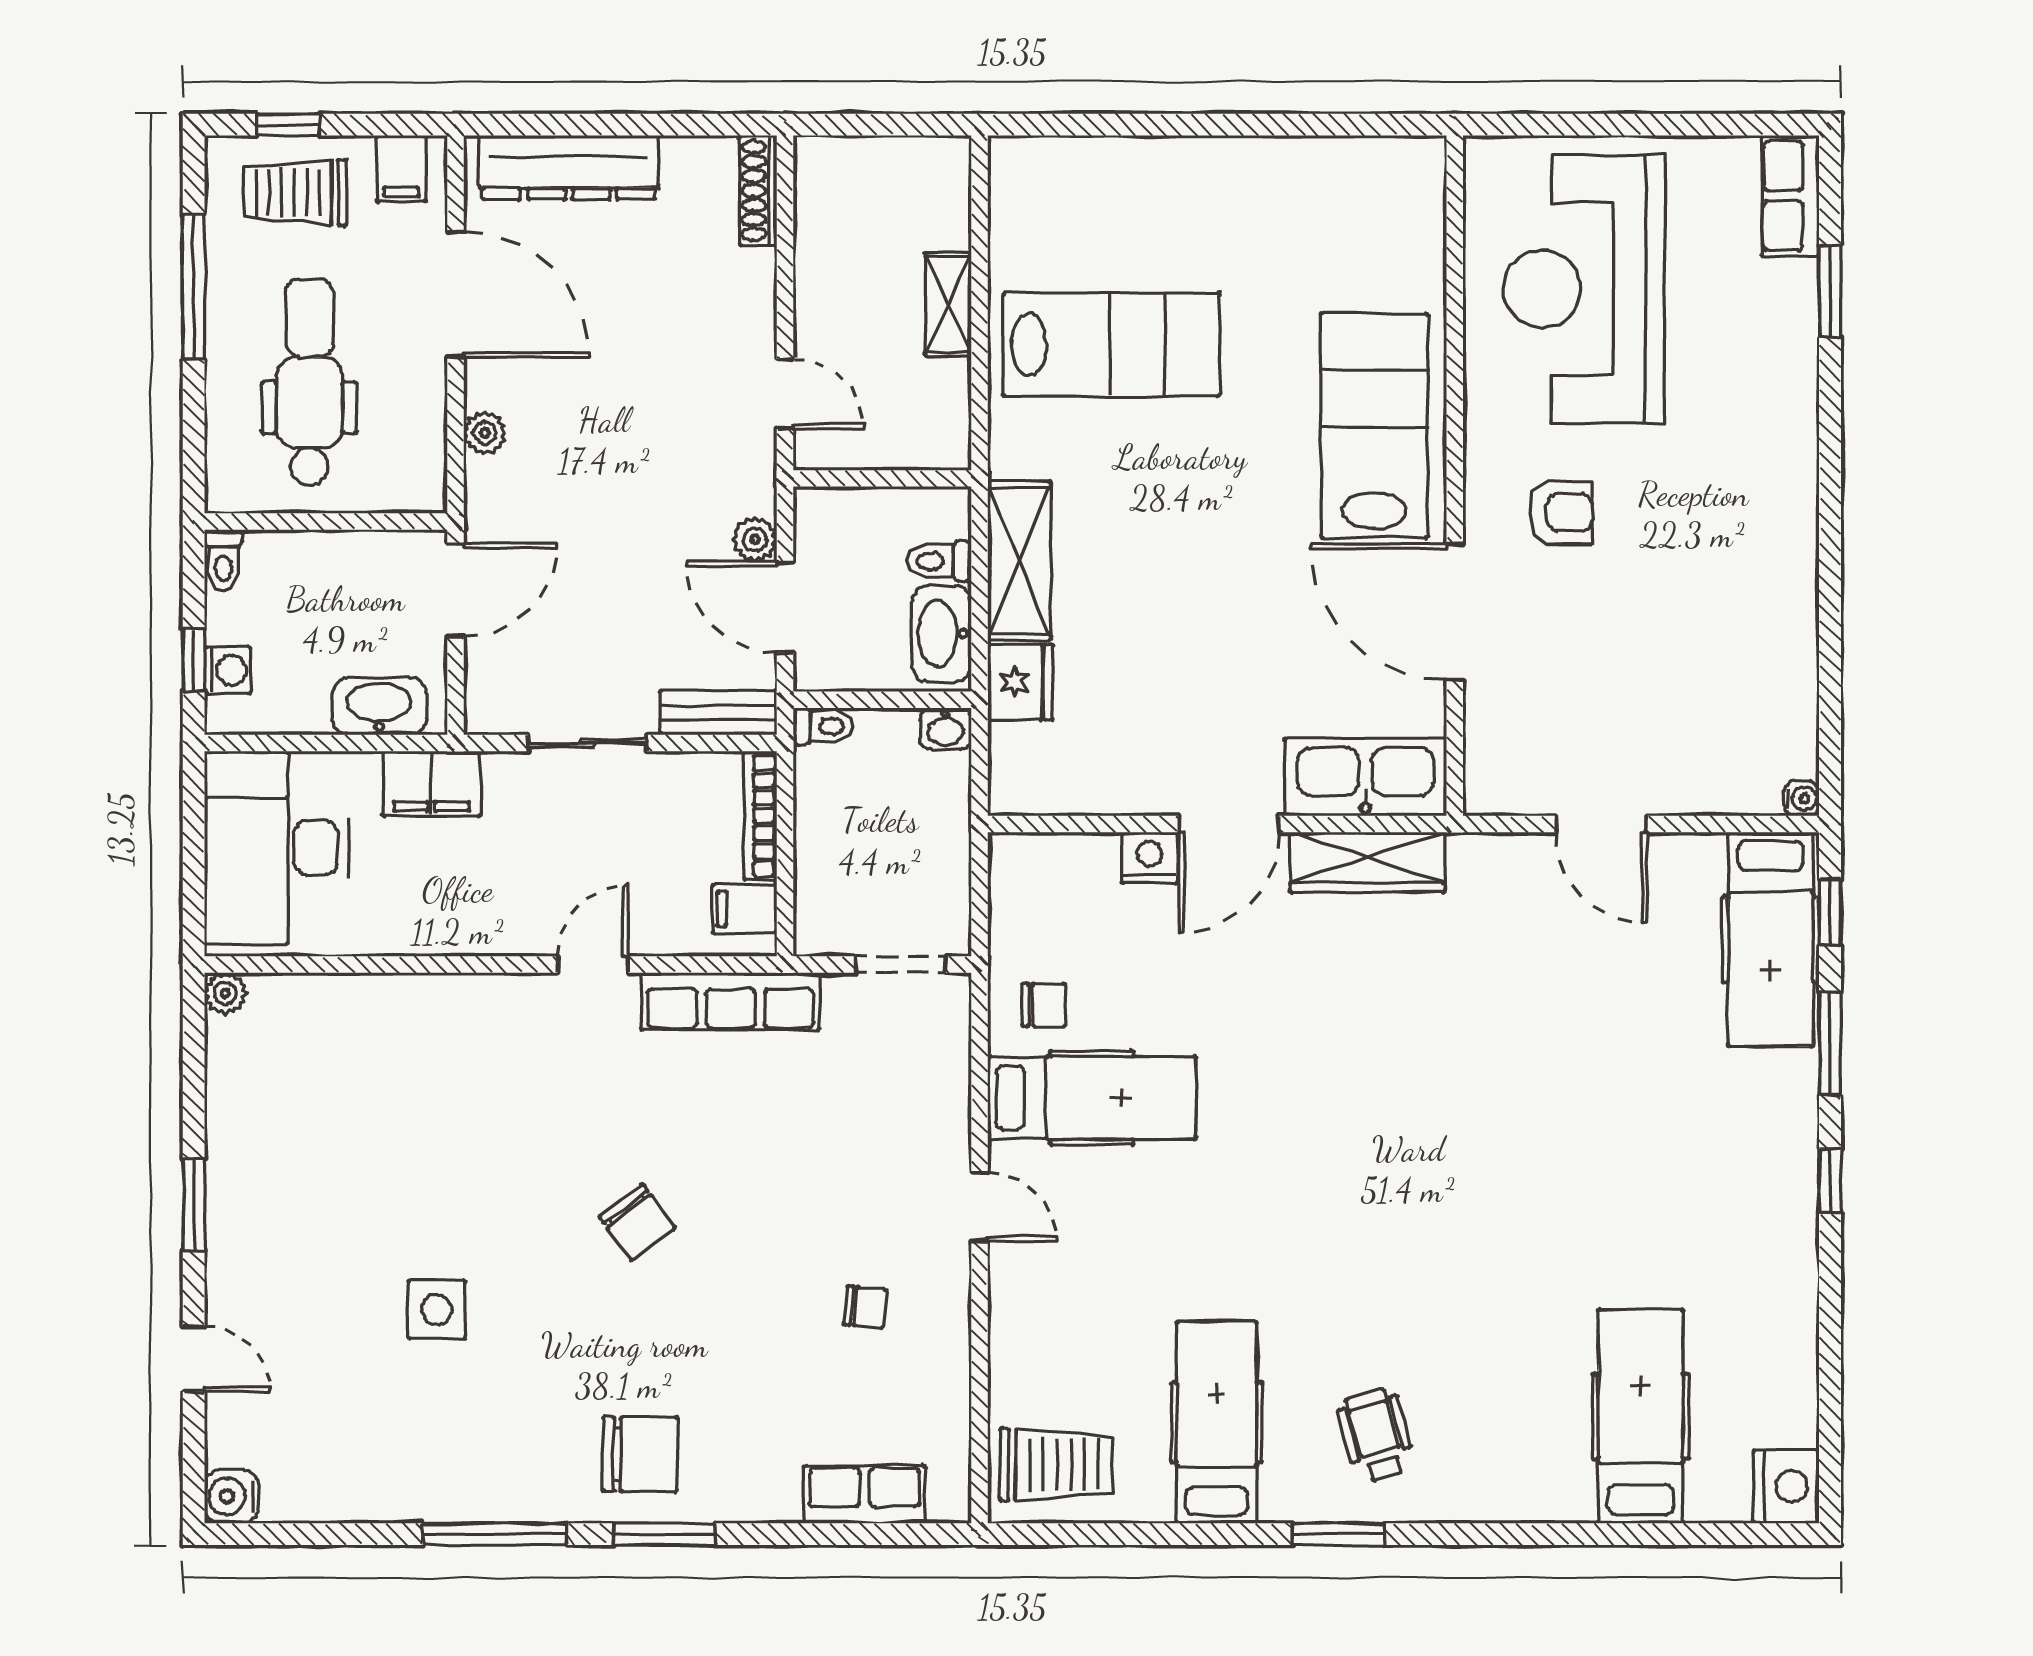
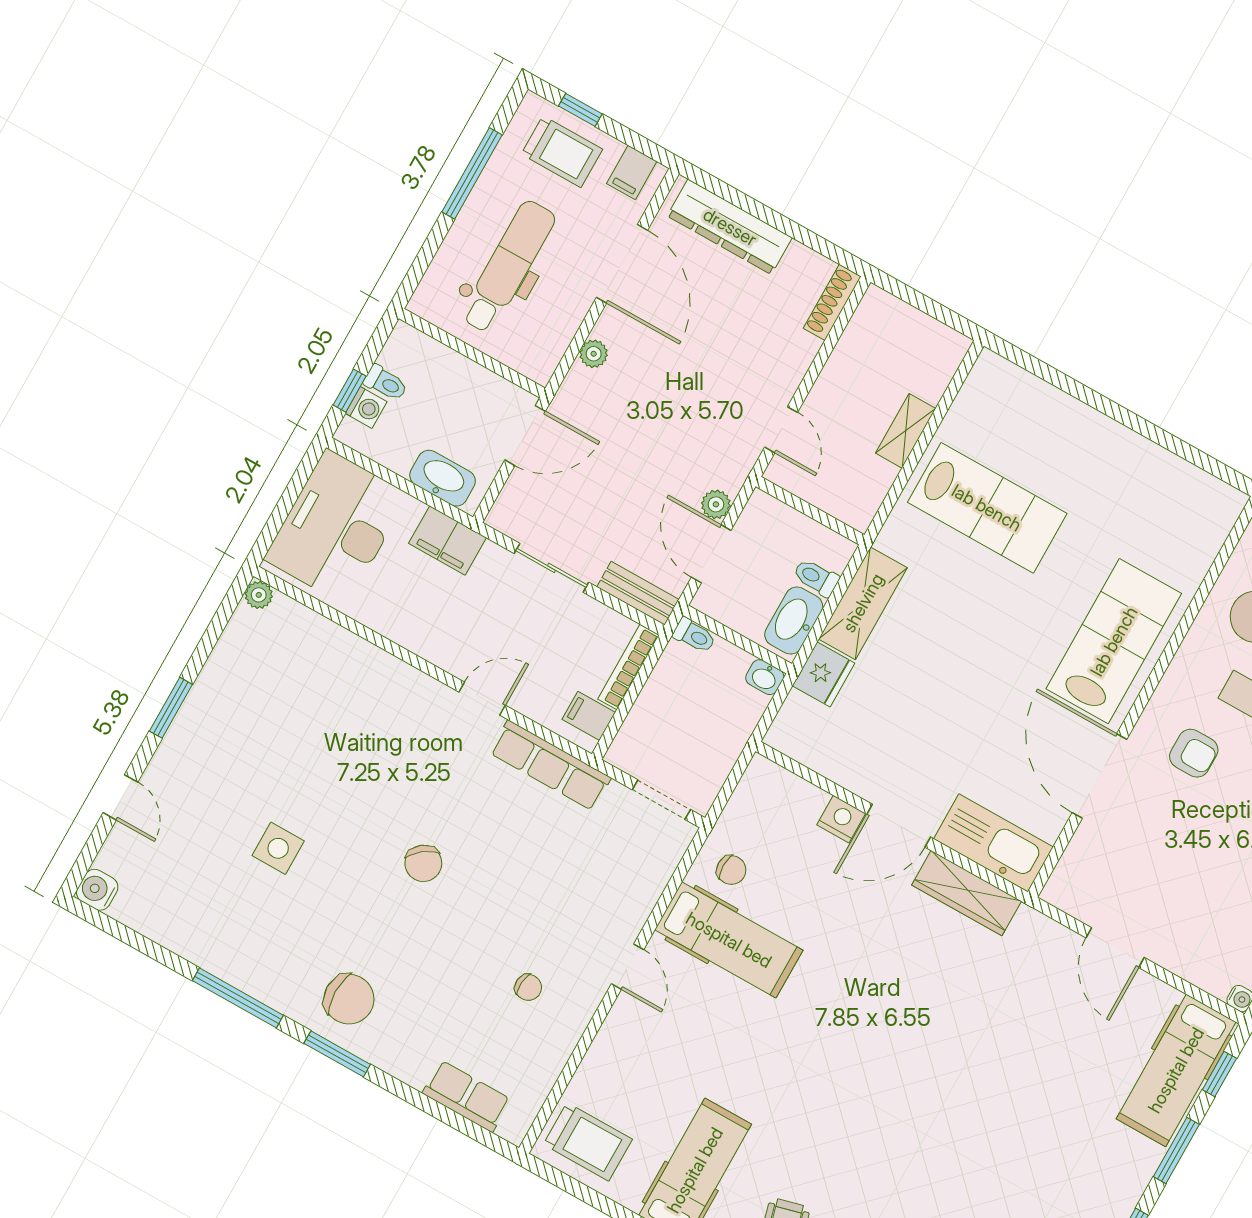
trolley: (295, 193) -> (562, 152), turned 180
toilet: (223, 560) -> (386, 383), moved, turned -90

